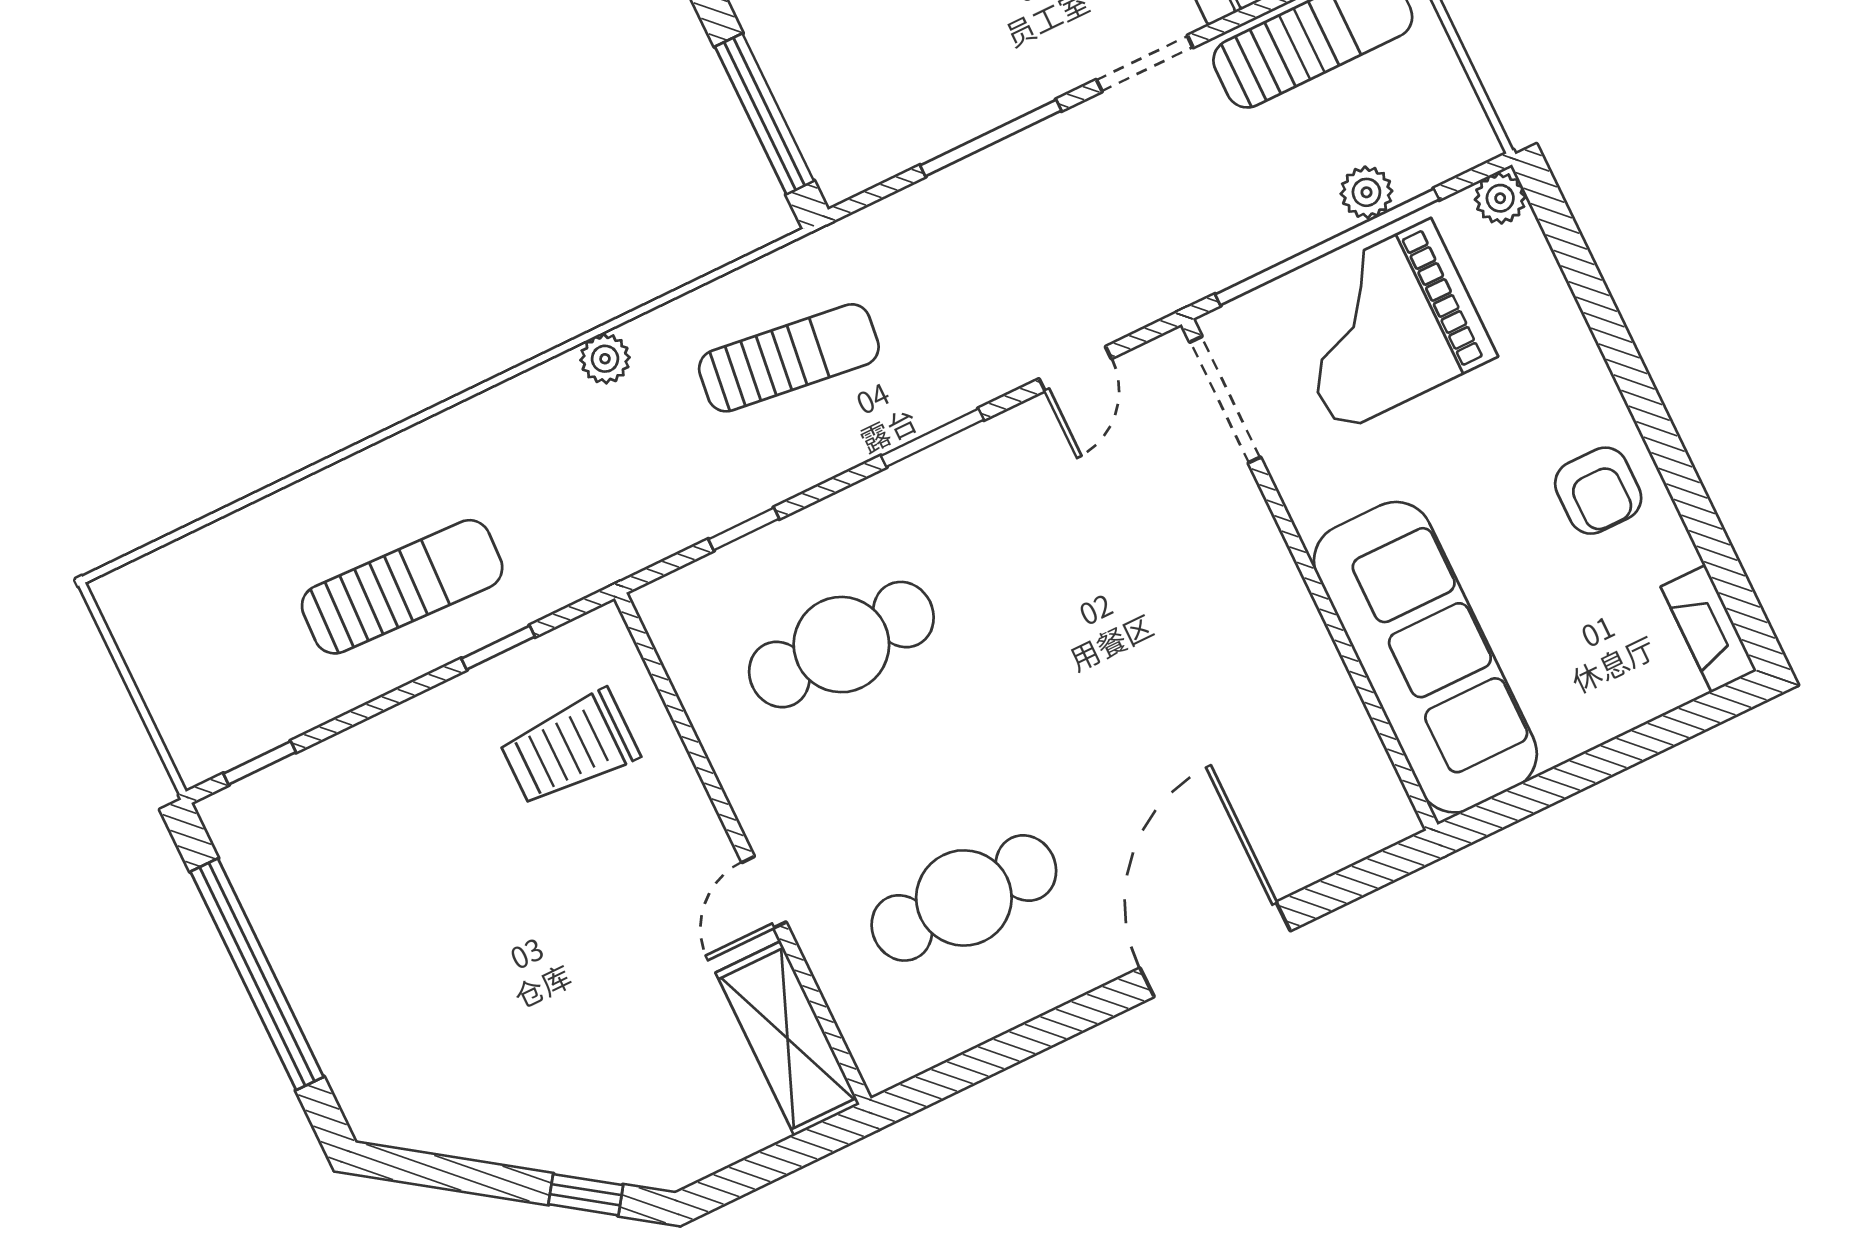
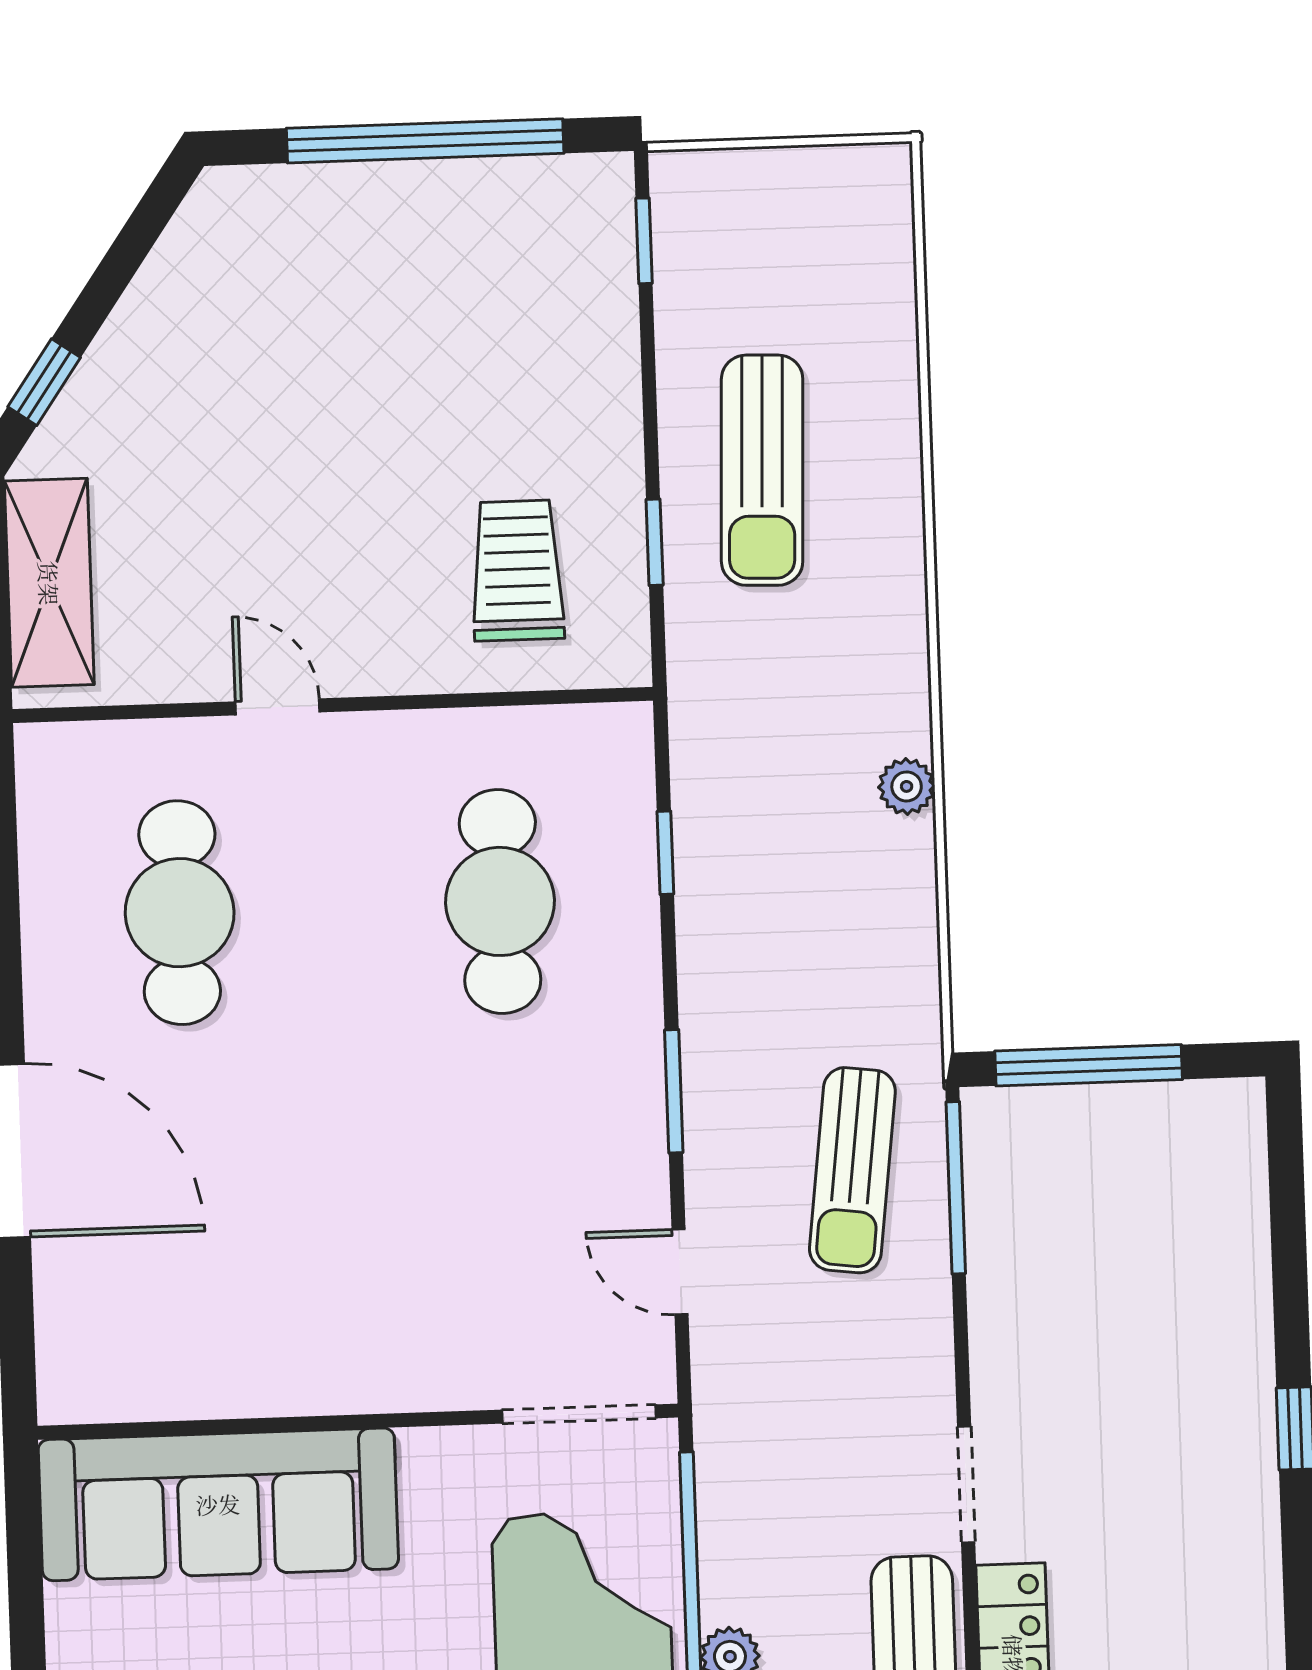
window: (991, 138) -> (956, 1188), moved
sun lounger: (789, 358) -> (852, 1170), moved
shelving: (788, 1038) -> (49, 583), moved, turned 90

